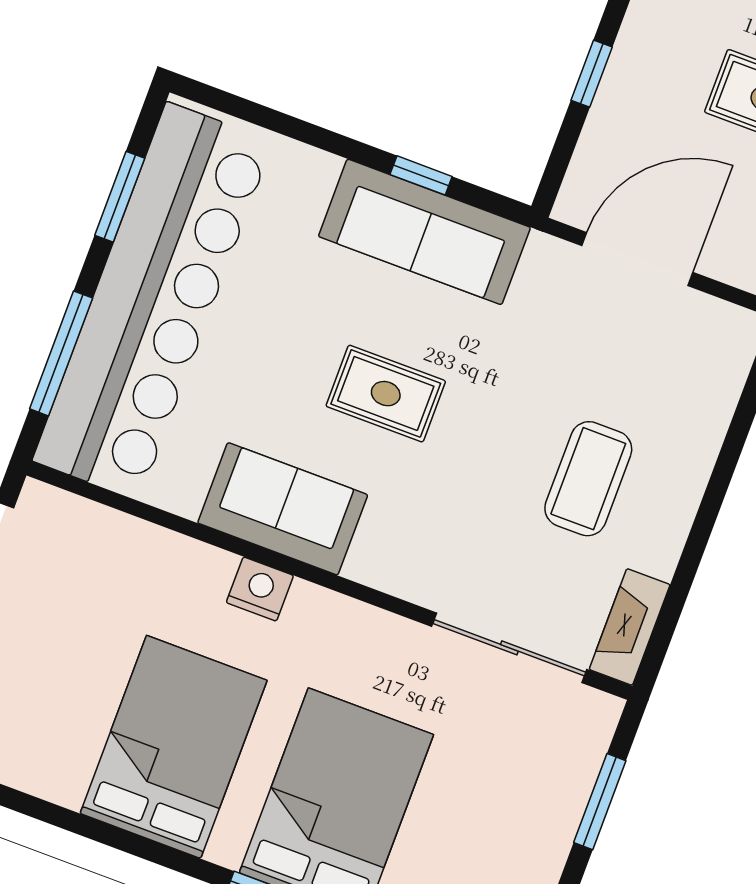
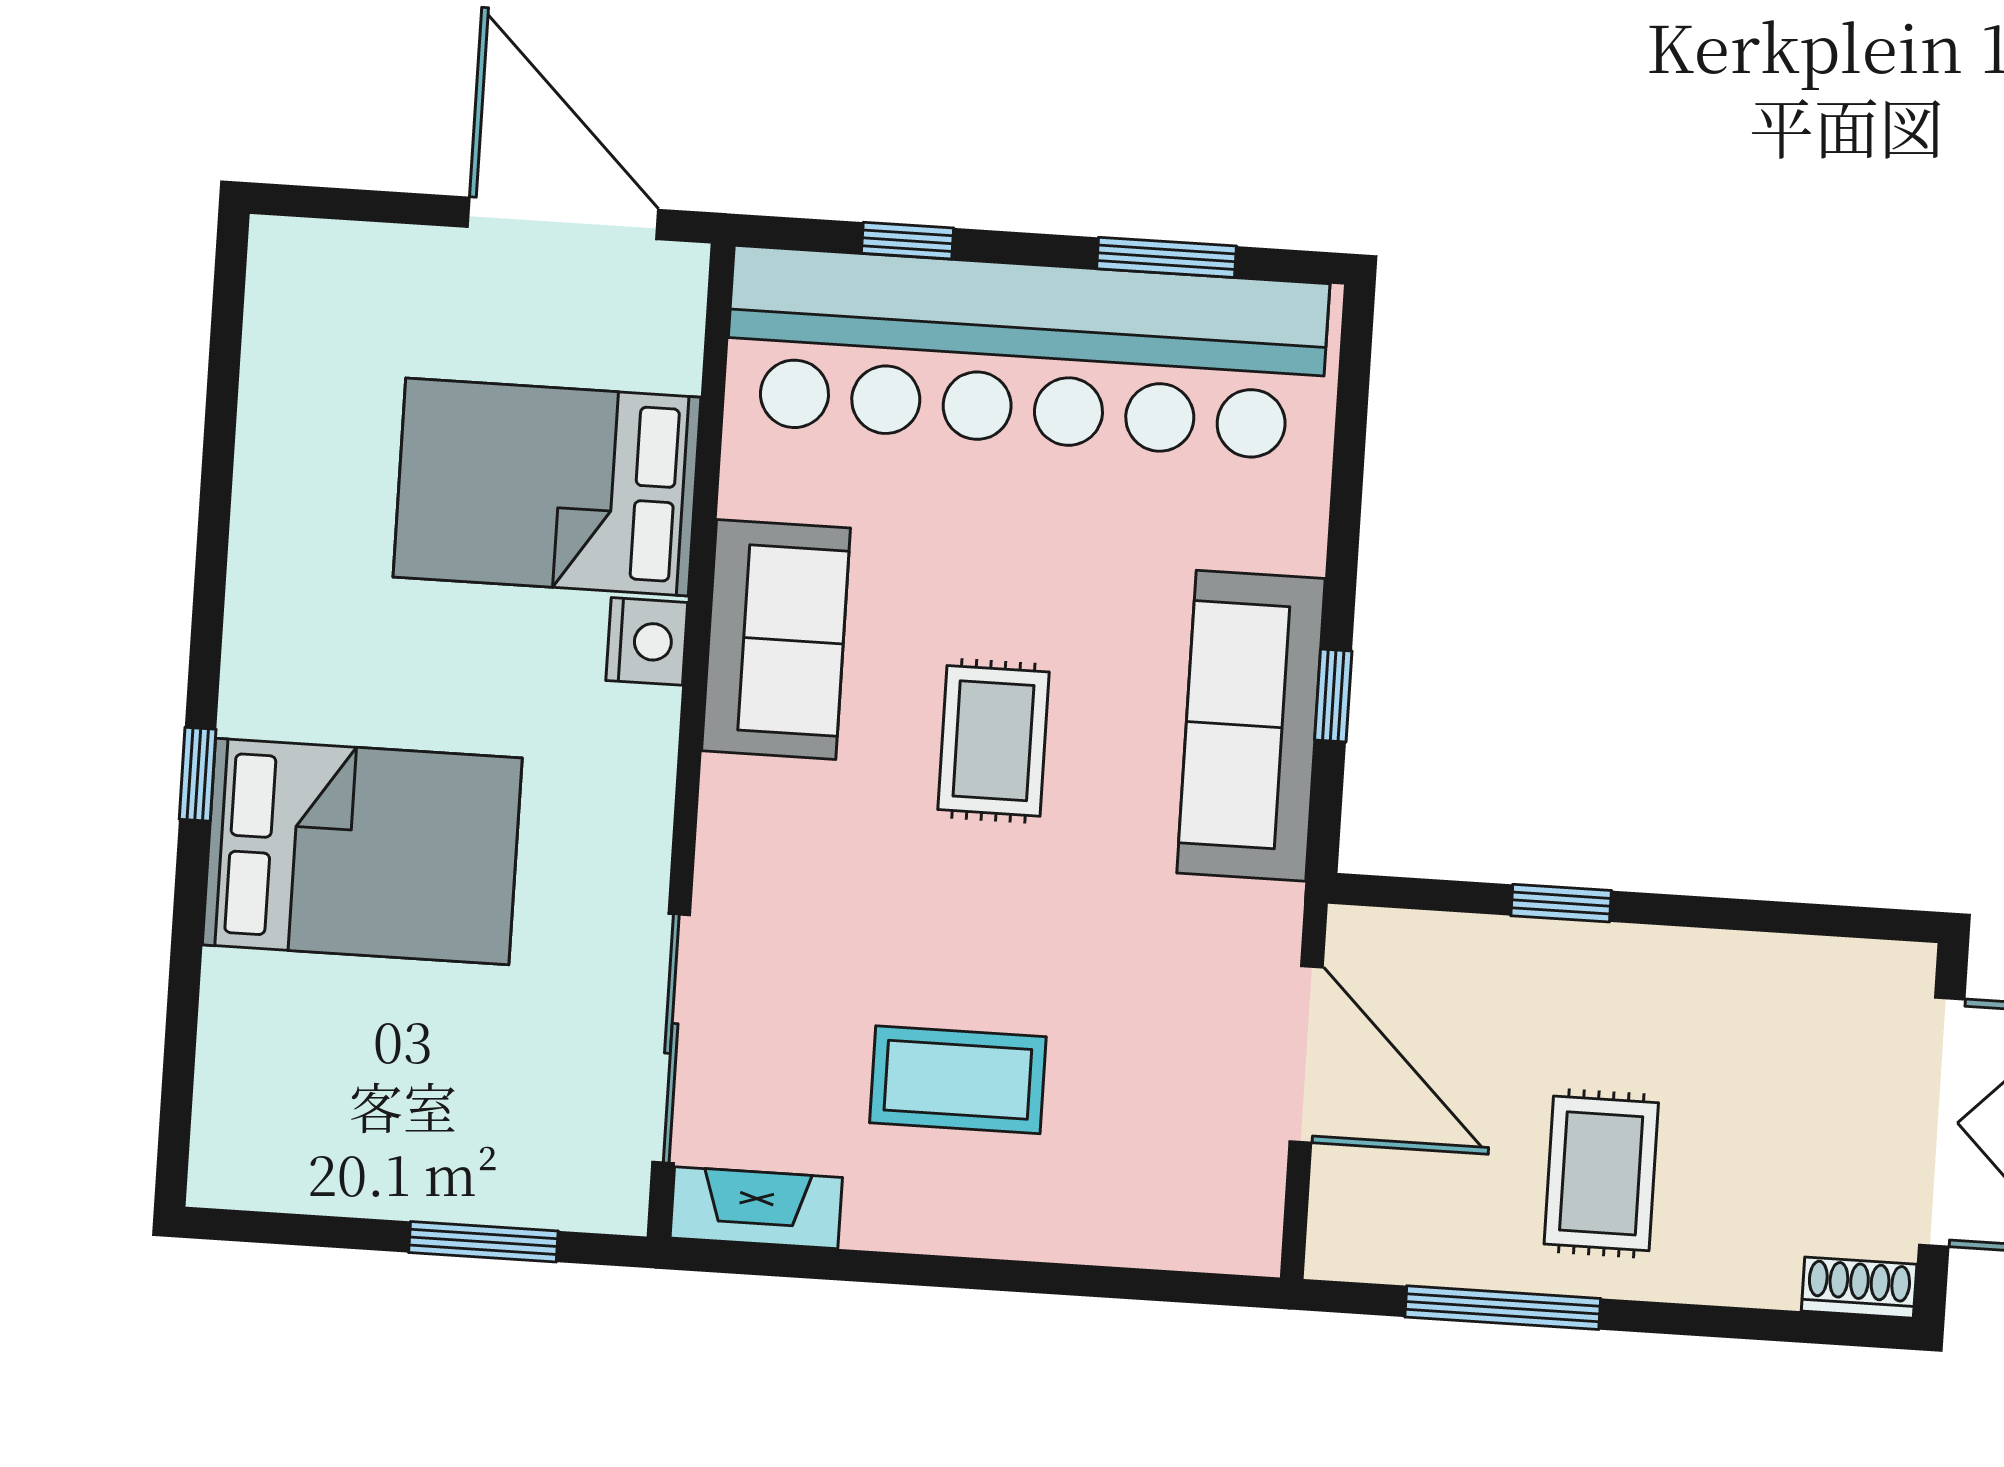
window: (61, 353) -> (907, 241), width x0.46
bed: (174, 747) -> (547, 487), moved, turned 180

